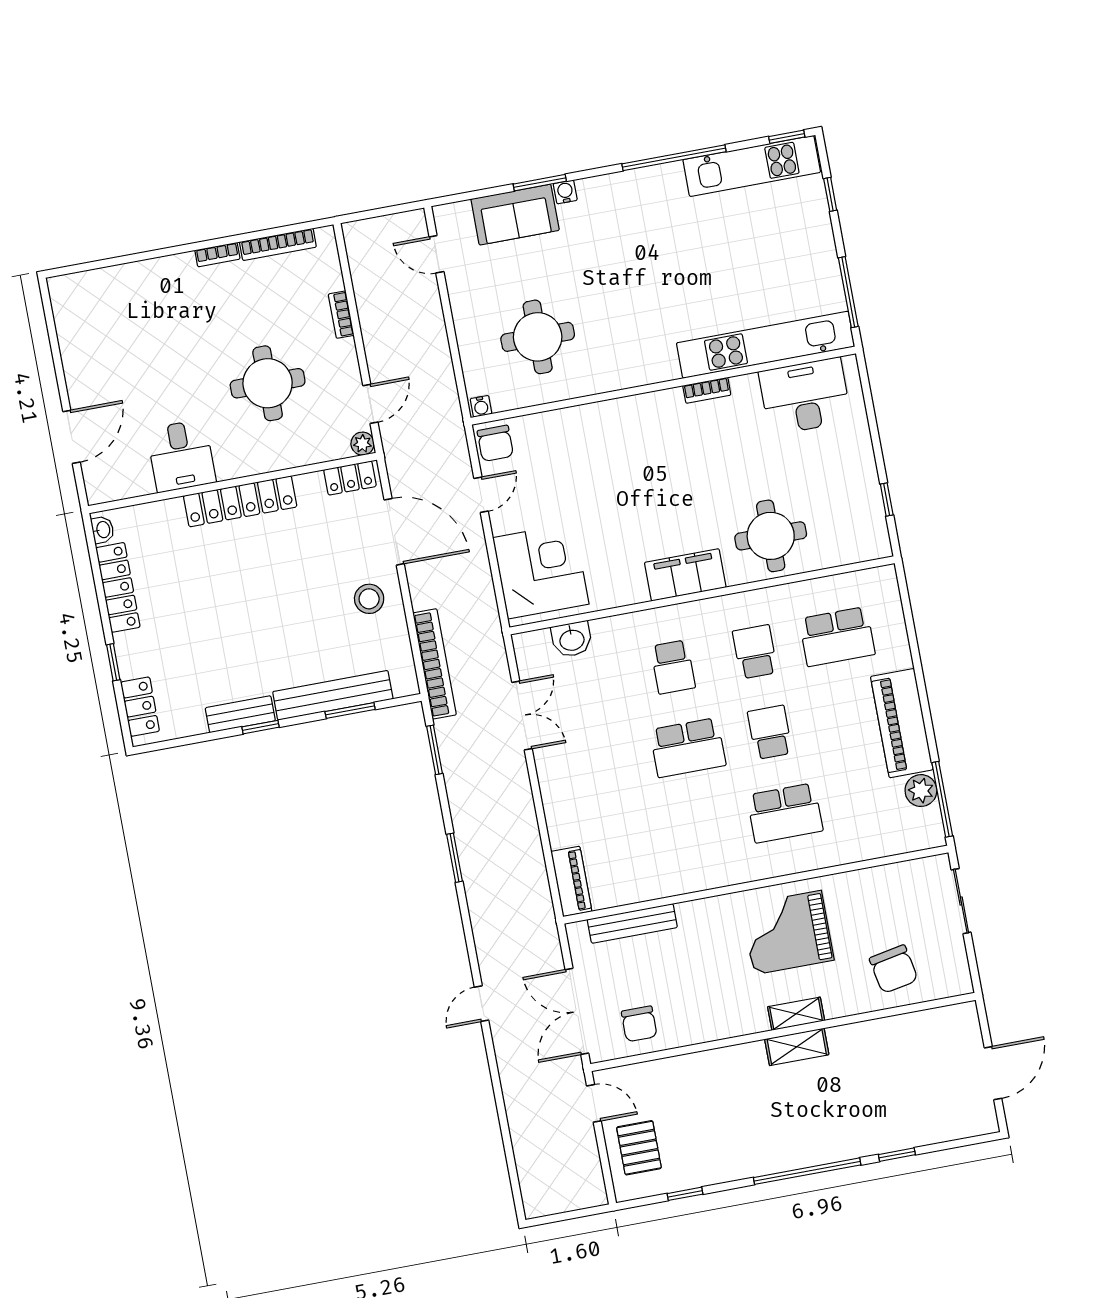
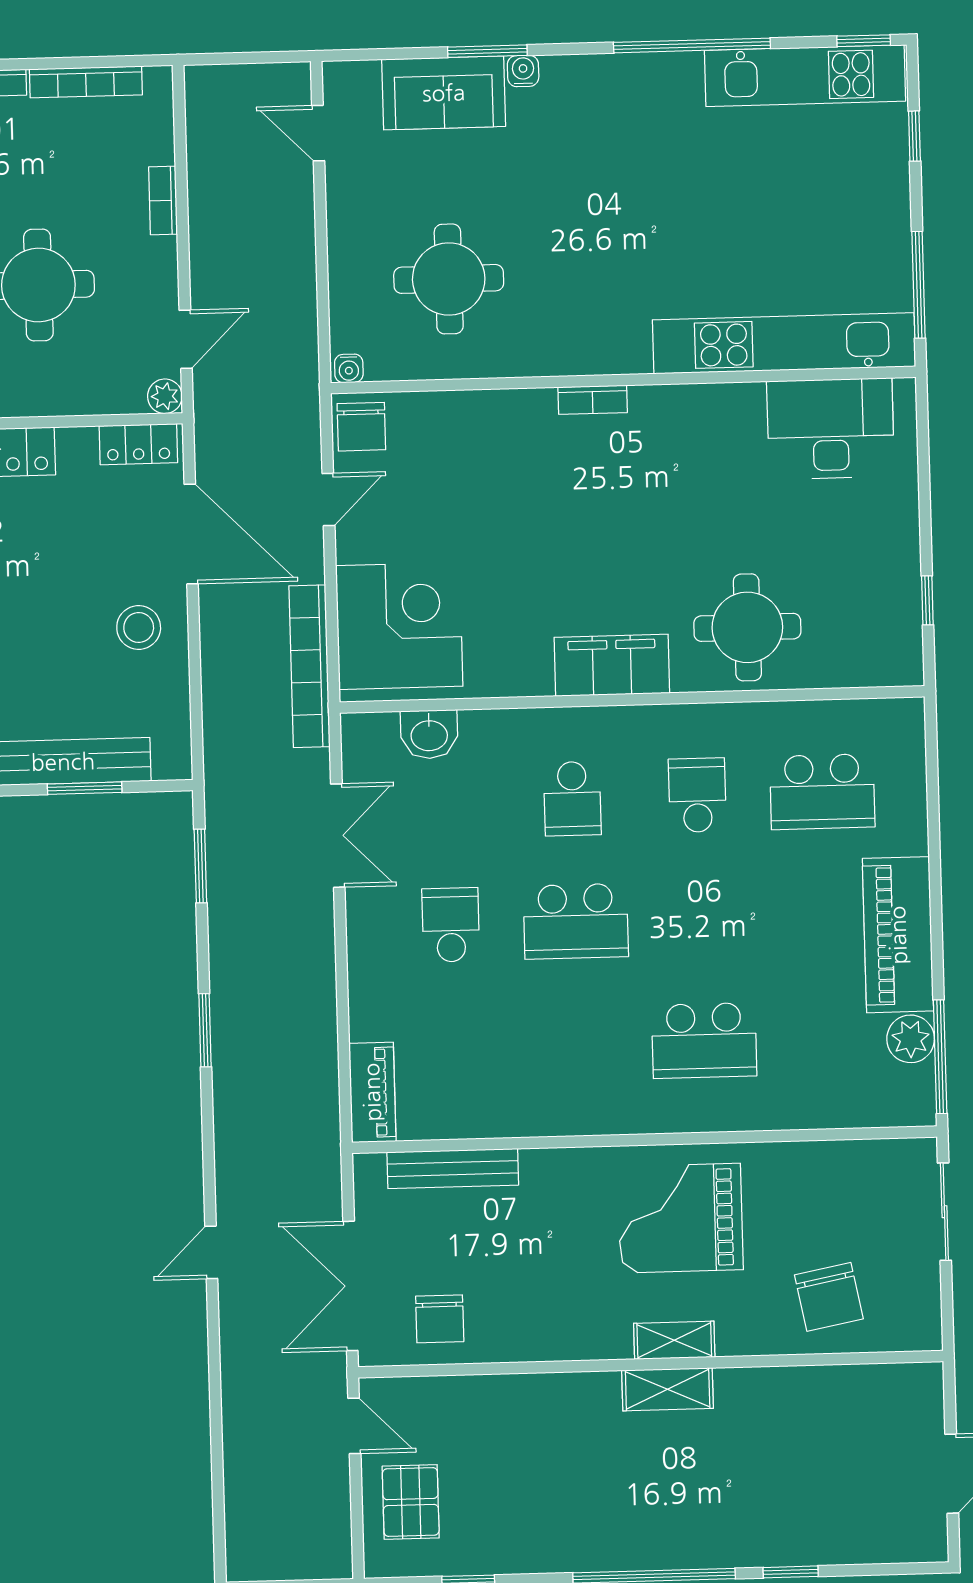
bookcase: (707, 390) -> (593, 400), moved
bookcase: (435, 664) -> (310, 666), moved, turned 180
school desk: (770, 732) -> (451, 925), moved

